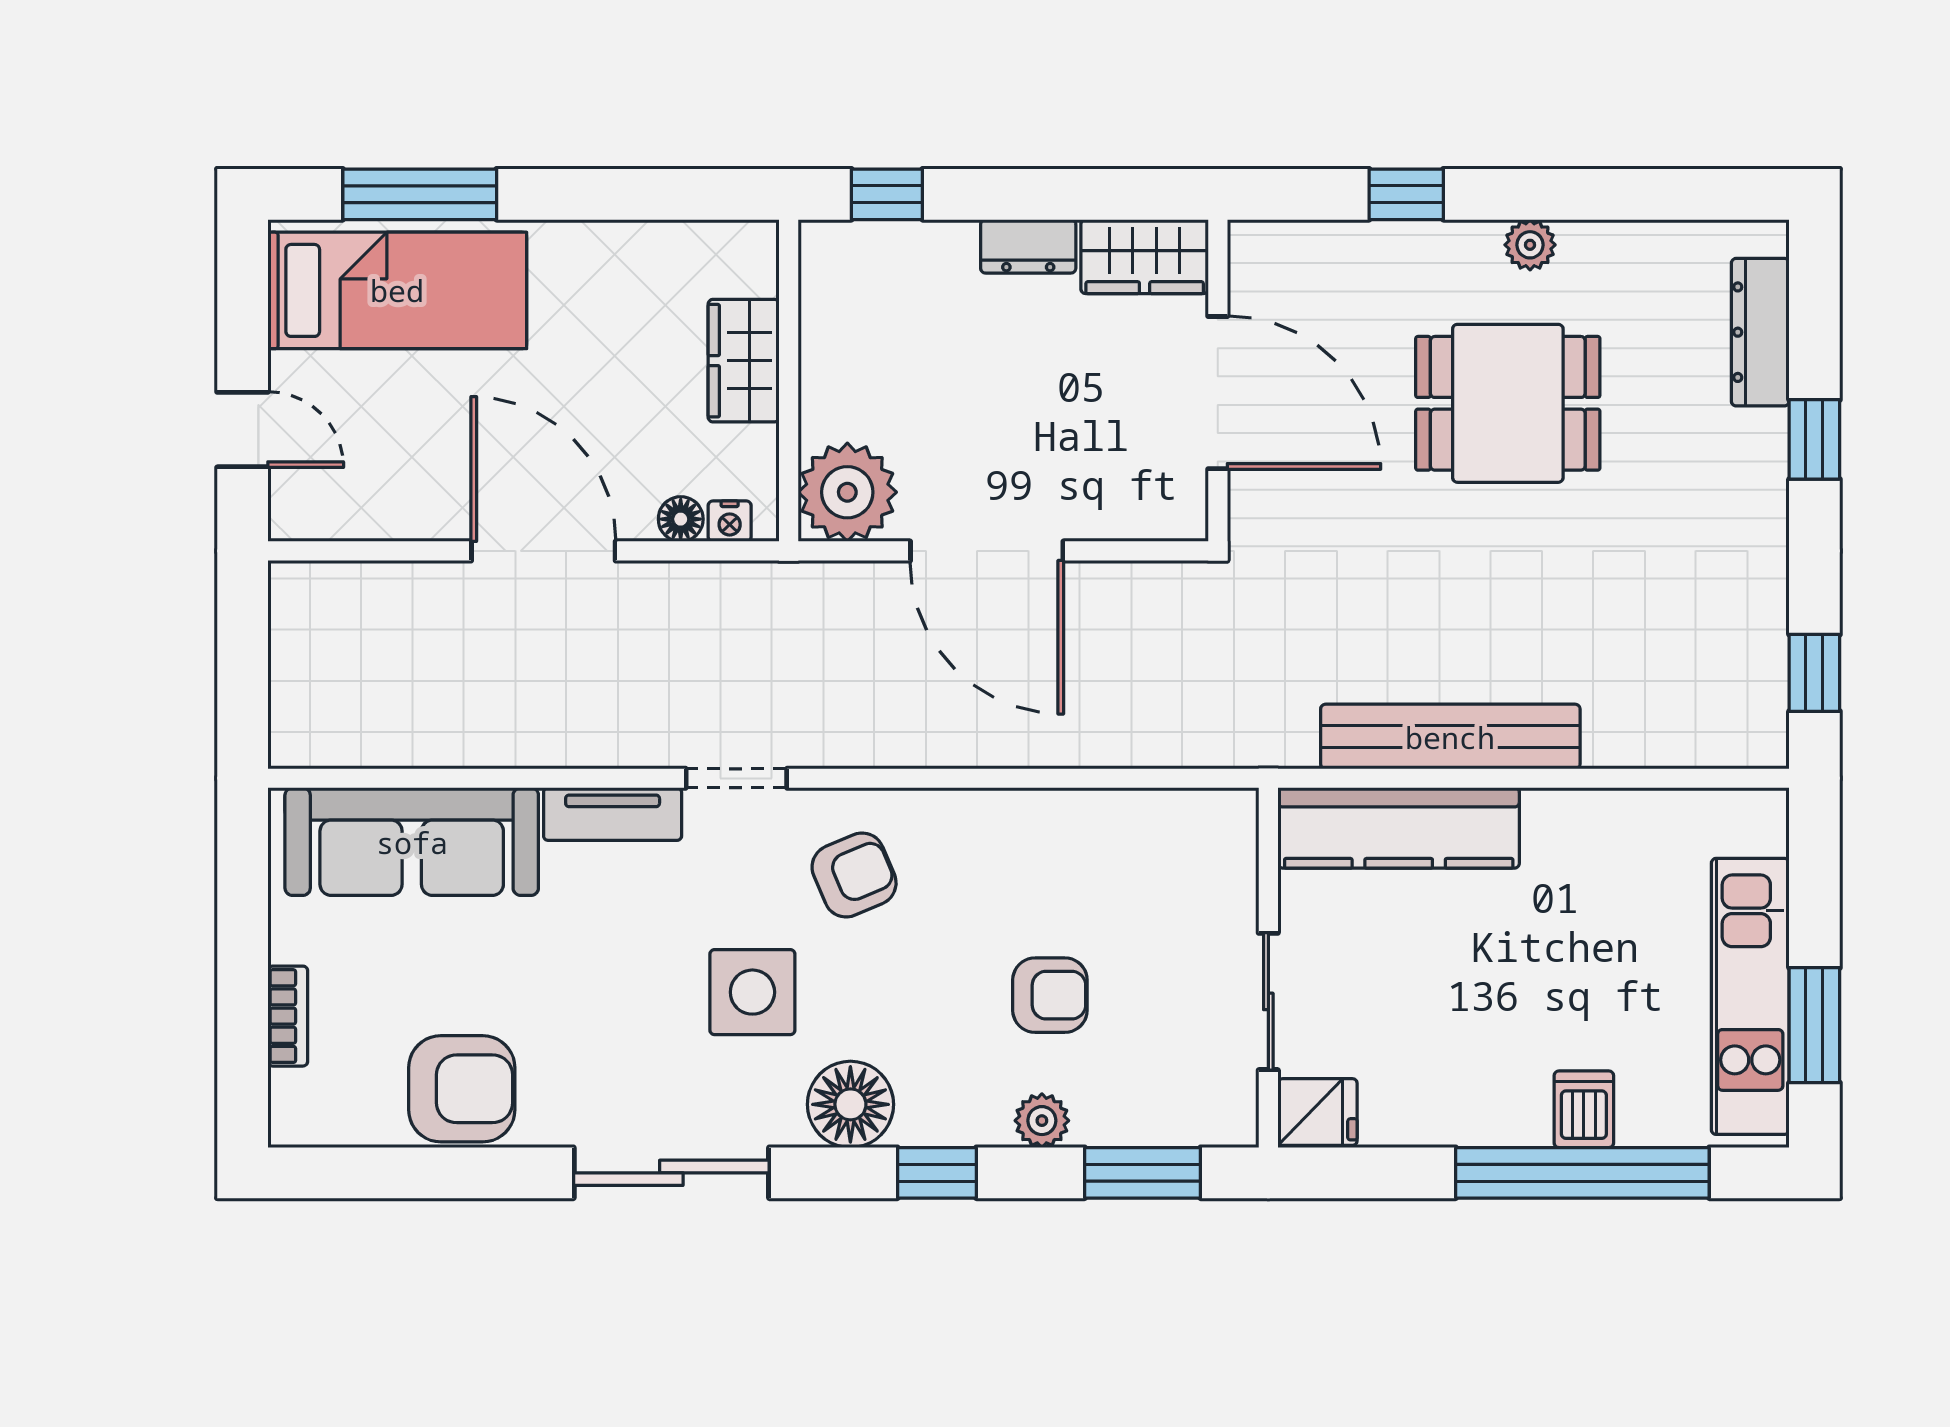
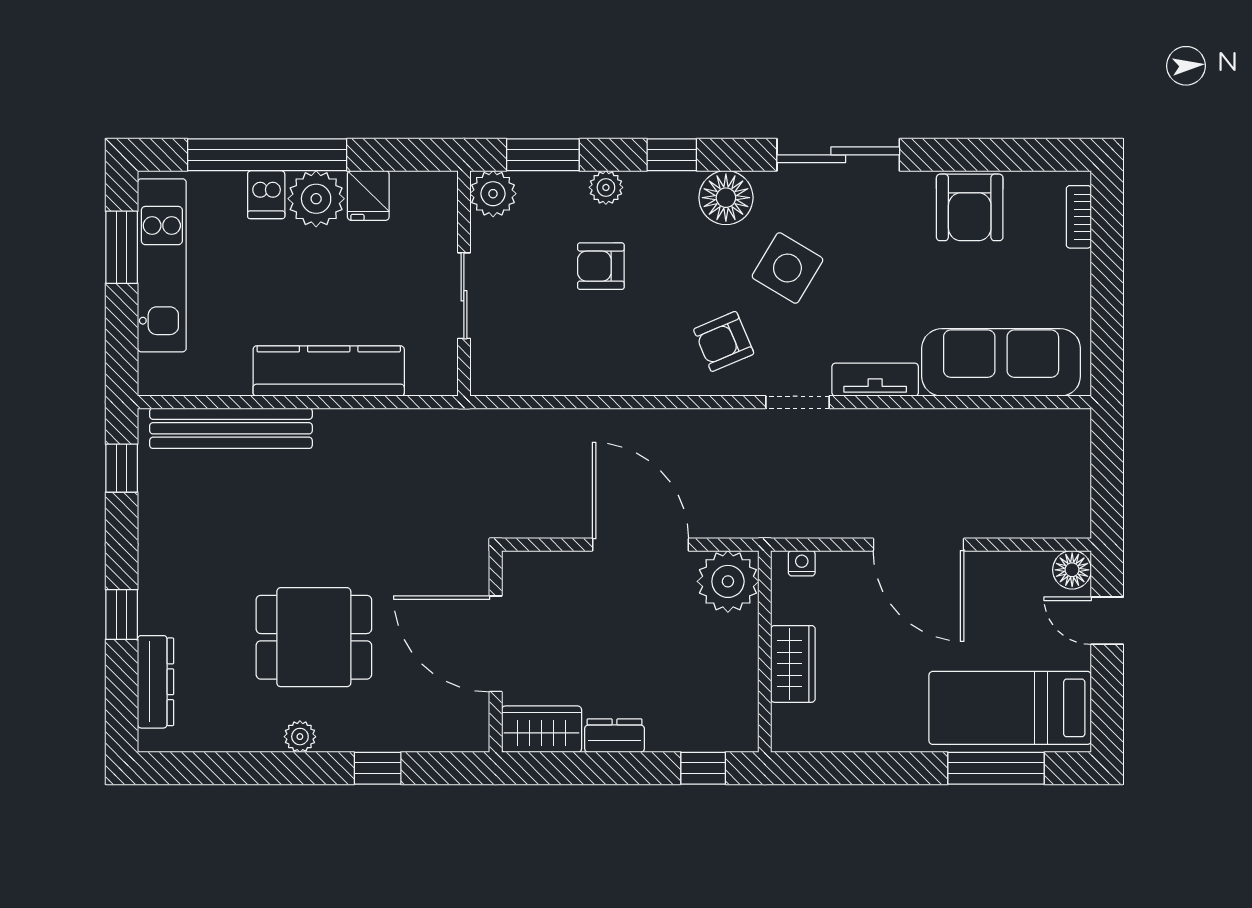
floor lamp: (681, 519) -> (1072, 570), moved, width x1.37, depth x1.37
bench: (1450, 737) -> (231, 428), moved
kitchen counter: (1399, 828) -> (329, 371), moved
side table: (752, 992) -> (787, 268), turned 31
sliding door: (1268, 1001) -> (464, 296), moved
bookcase: (288, 1016) -> (1079, 217), moved
armchair: (462, 1089) -> (970, 207), turned -90
plant: (1504, 1103) -> (316, 199), added
plant: (1222, 1111) -> (493, 194), added
fridge: (1318, 1112) -> (368, 195), moved, turned -90

